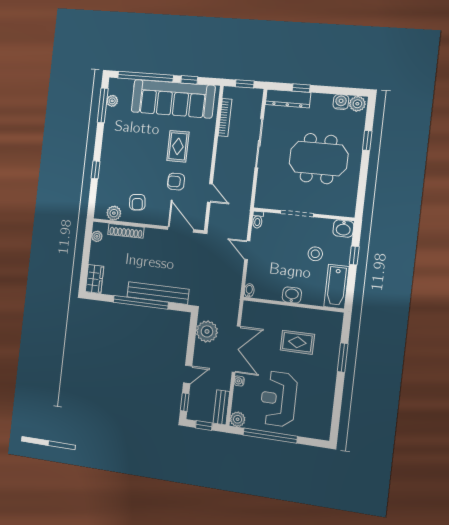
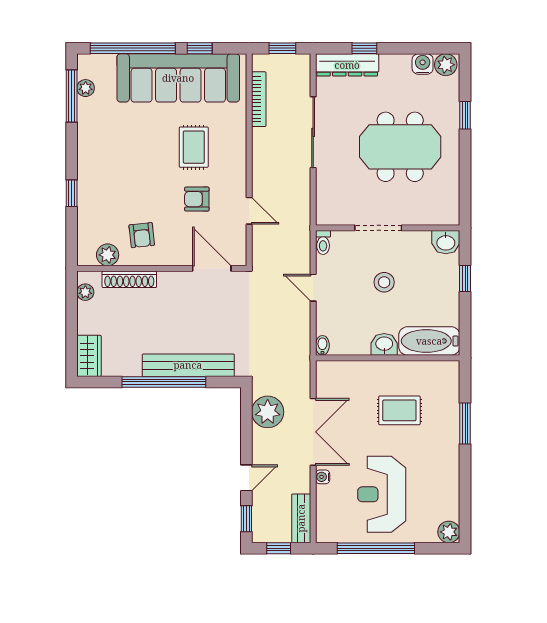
stool: (315, 254) -> (384, 282), moved
bathtub: (336, 287) -> (429, 341), moved, turned 90
plant: (238, 419) -> (449, 532), moved

